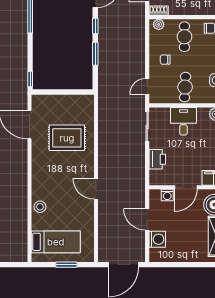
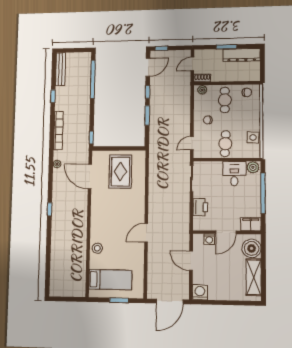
desk: (183, 121) -> (234, 174), moved
rug: (67, 138) -> (120, 172), moved, turned 90
door: (96, 189) -> (146, 233), hinge flipped
washing machine: (157, 239) -> (200, 292), moved, turned -90

